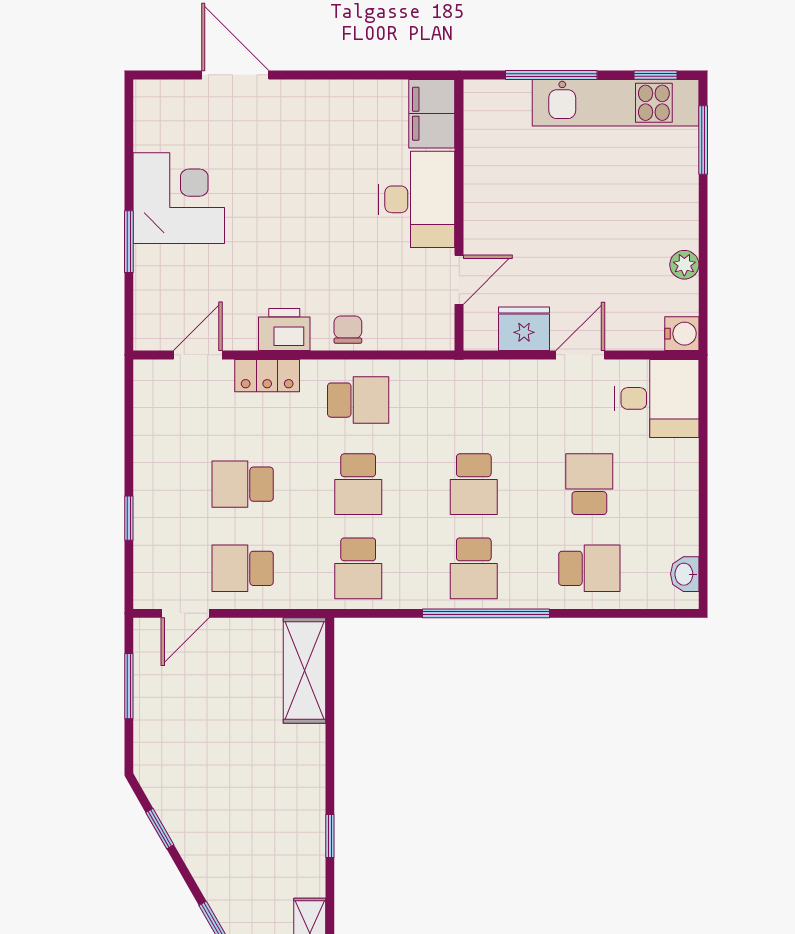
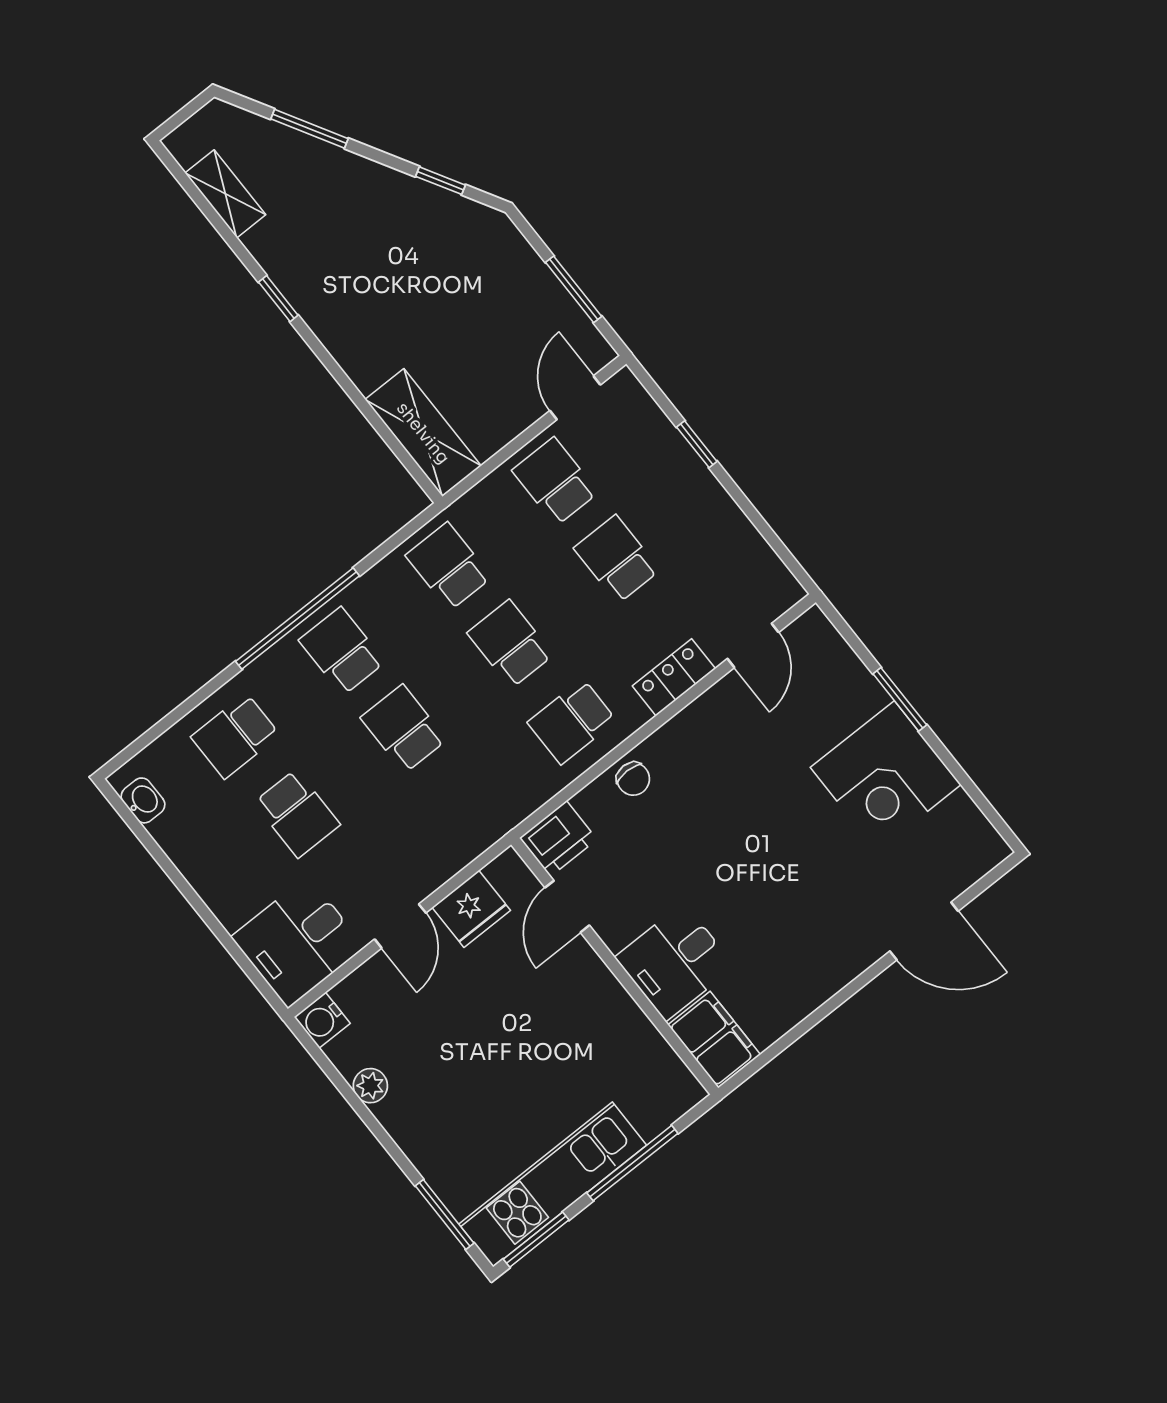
window: (656, 75) -> (536, 1240), width x1.50
desk: (417, 199) -> (675, 962), width x0.73
printer: (284, 330) -> (558, 839), moved
school desk: (243, 484) -> (617, 559), turned -90
school desk: (243, 568) -> (555, 482), turned -90

